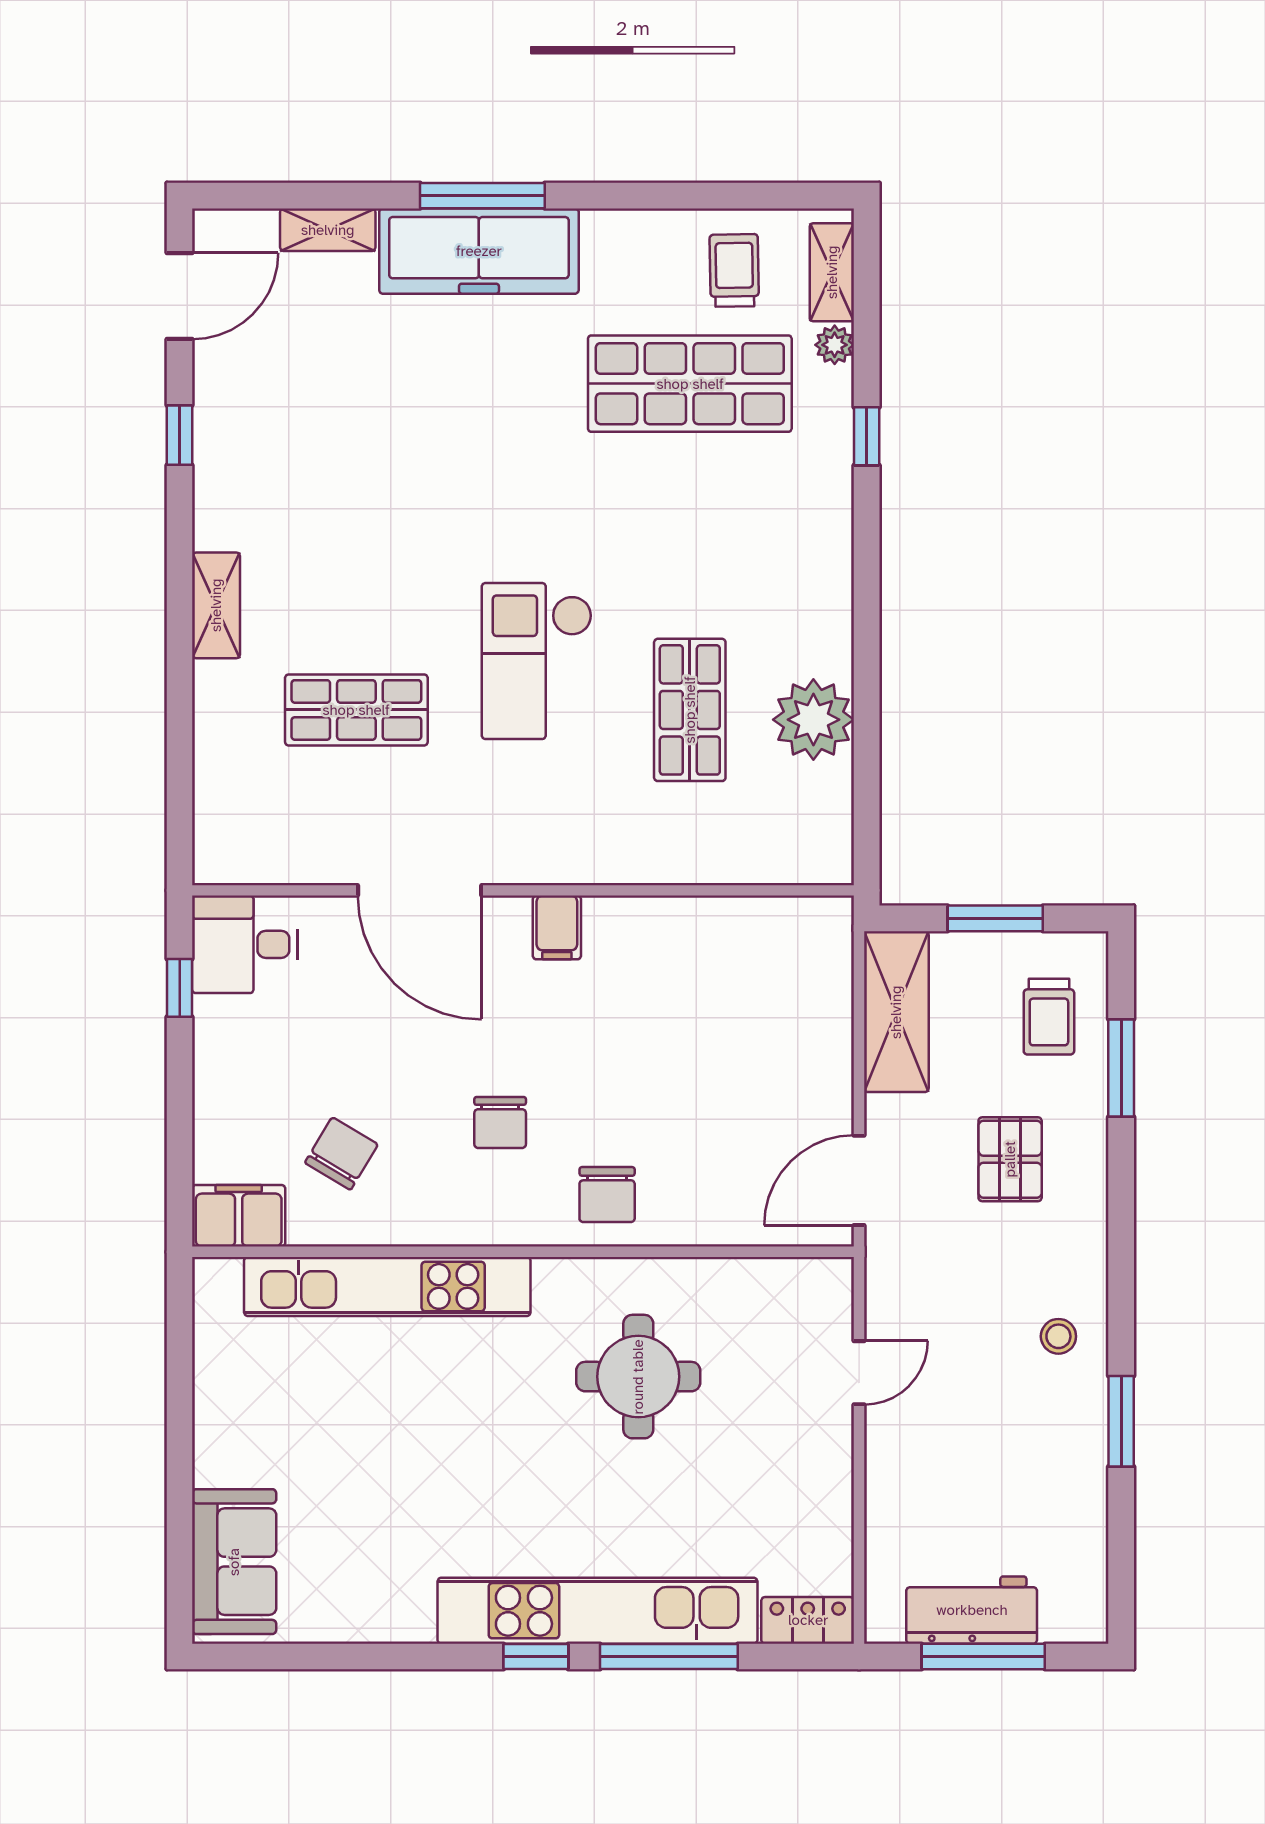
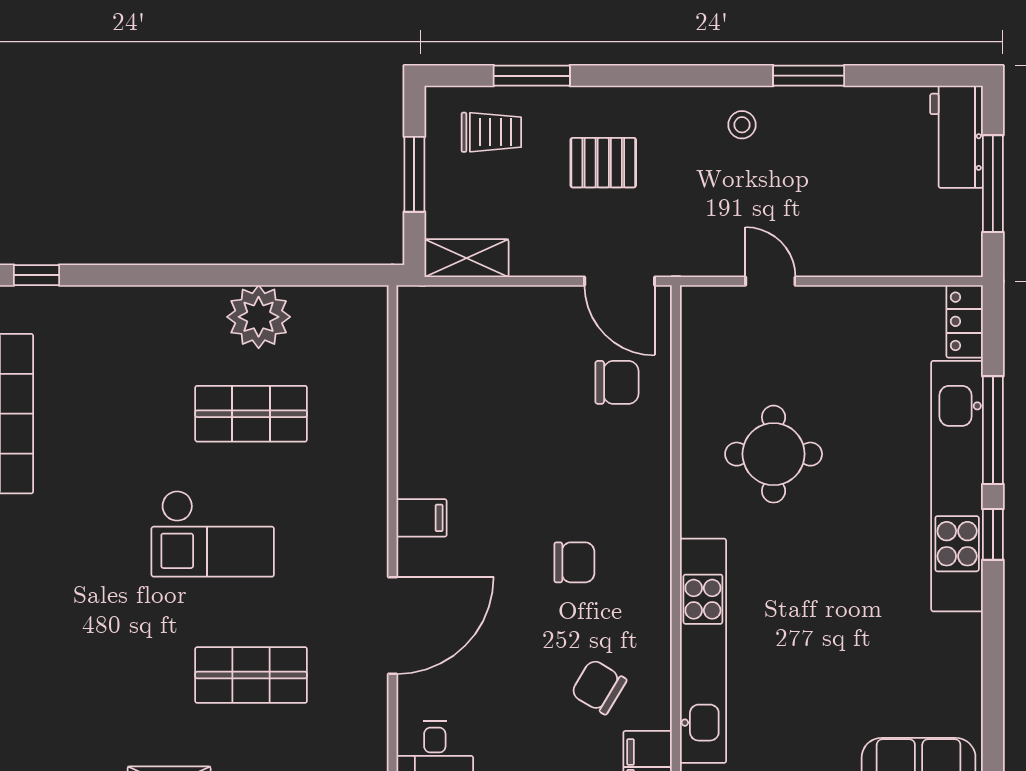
shop shelf: (356, 710) -> (251, 675), turned 90
shelving: (896, 1012) -> (466, 258), width x0.67, depth x0.75
chair: (607, 1195) -> (617, 382), moved
workbench: (972, 1610) -> (957, 137), moved

